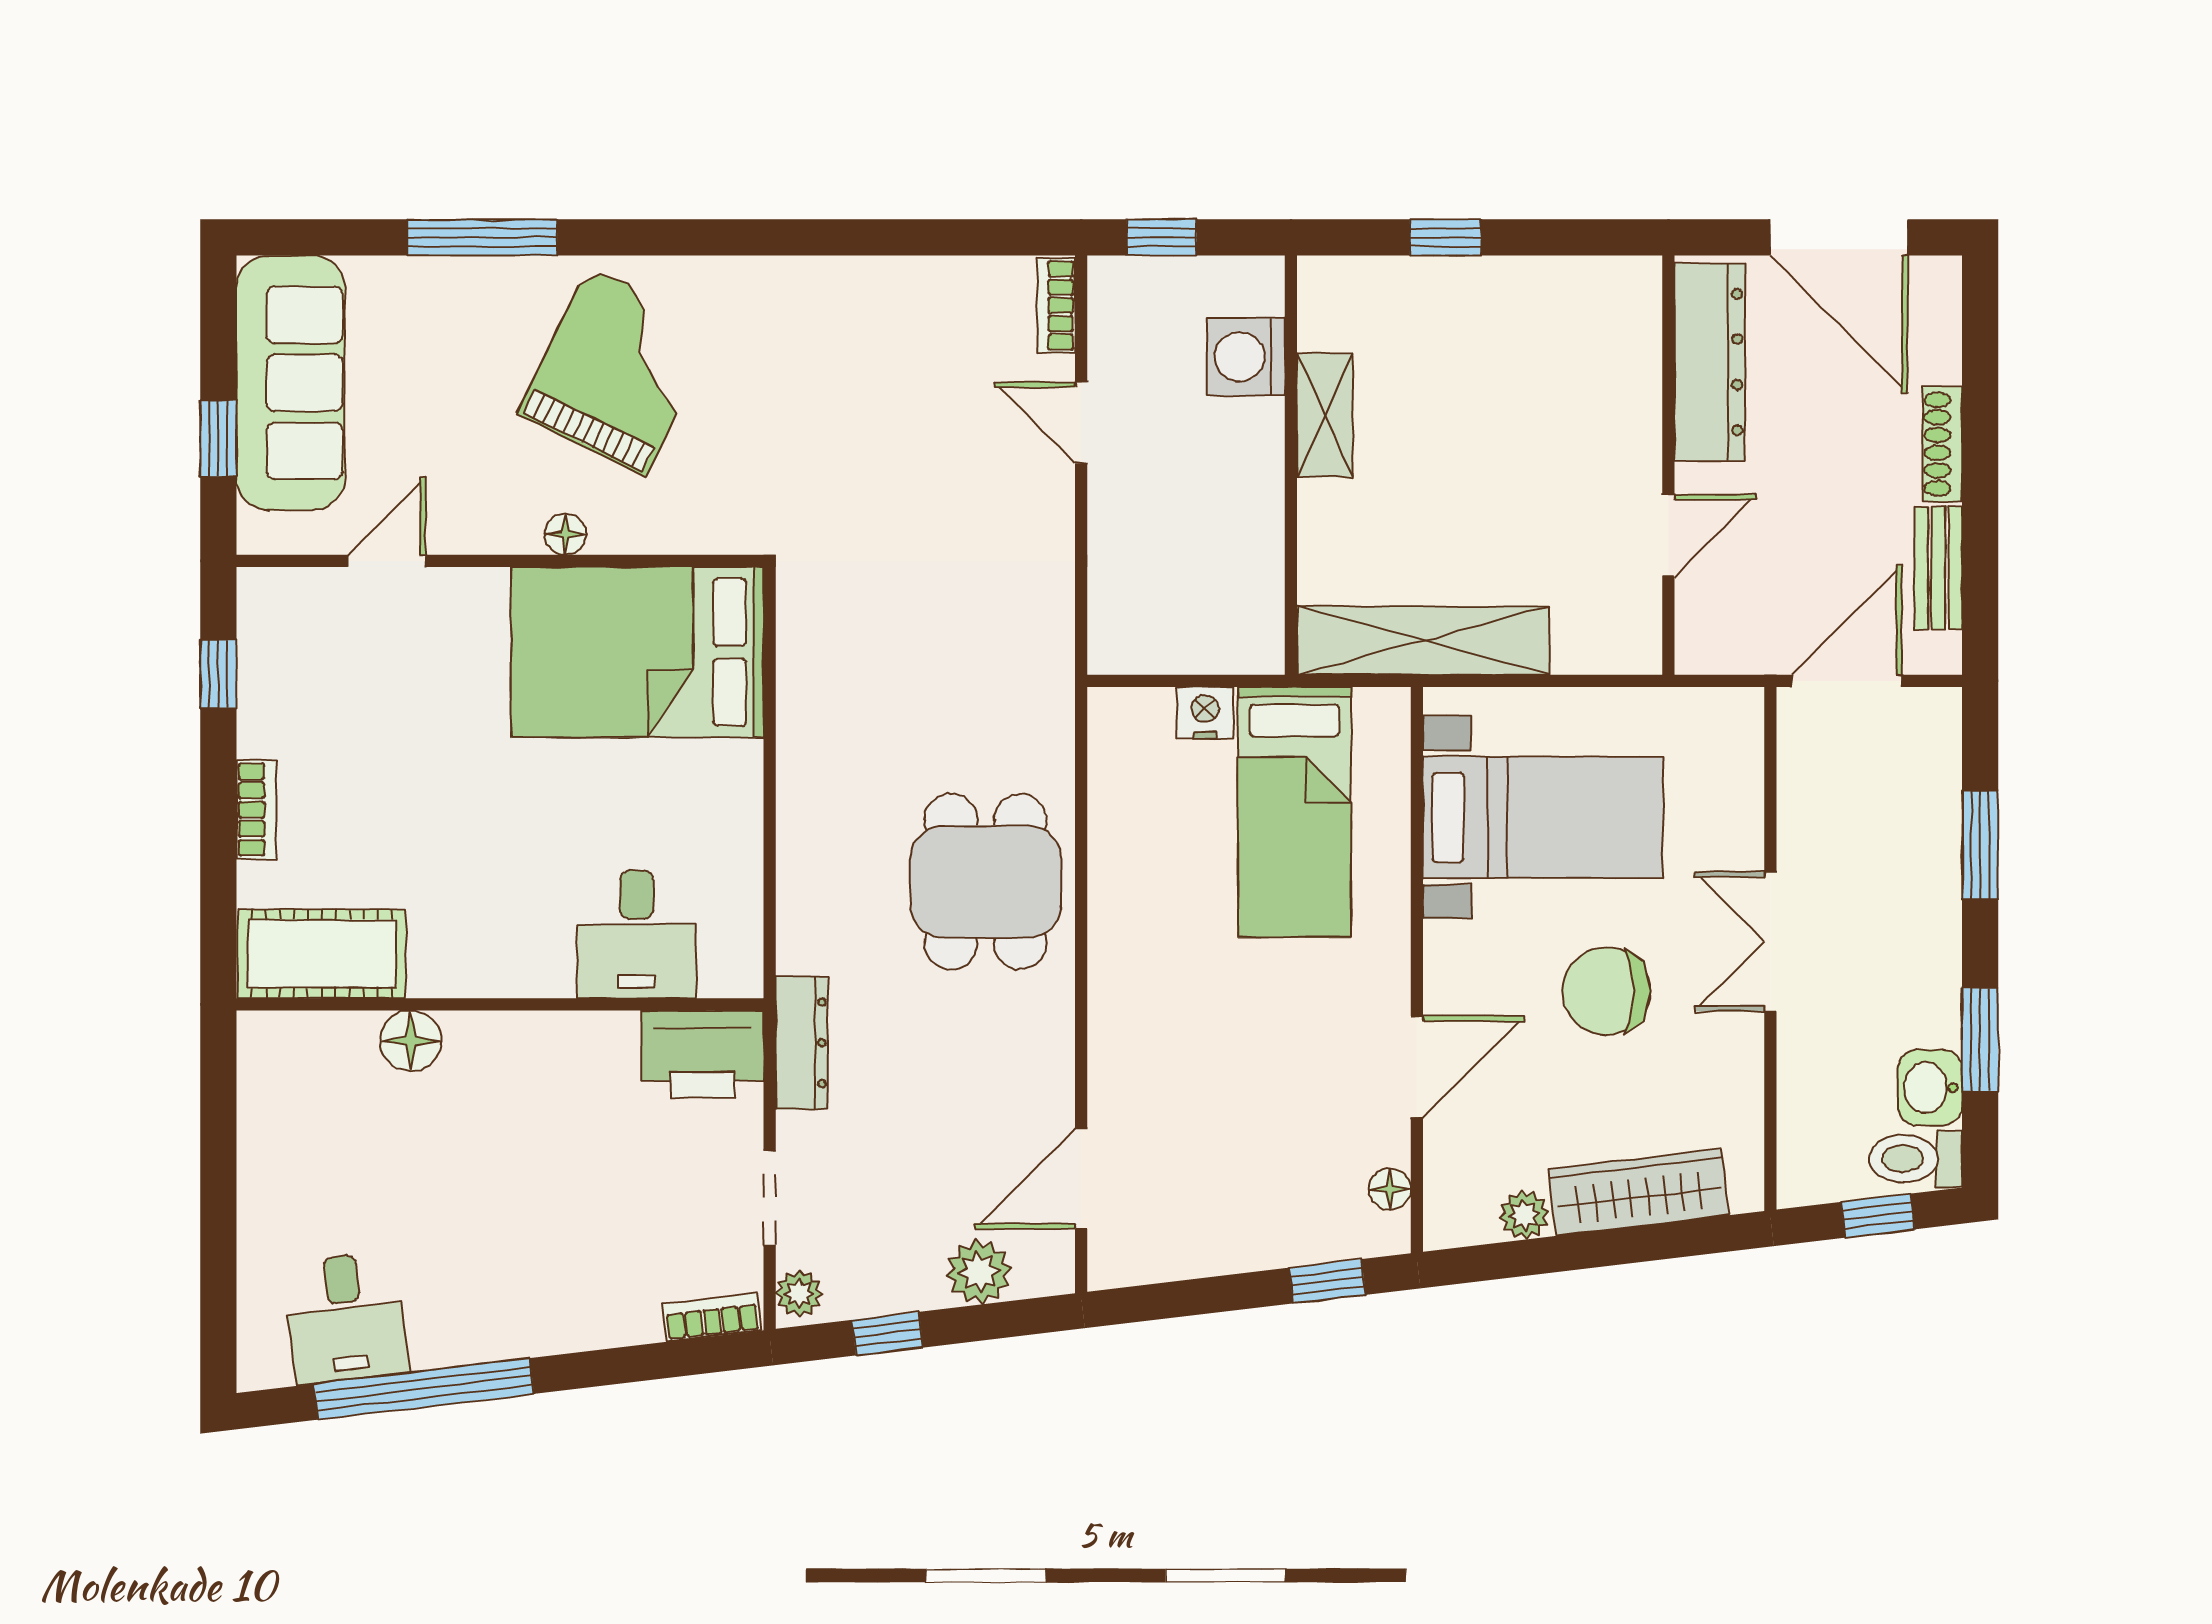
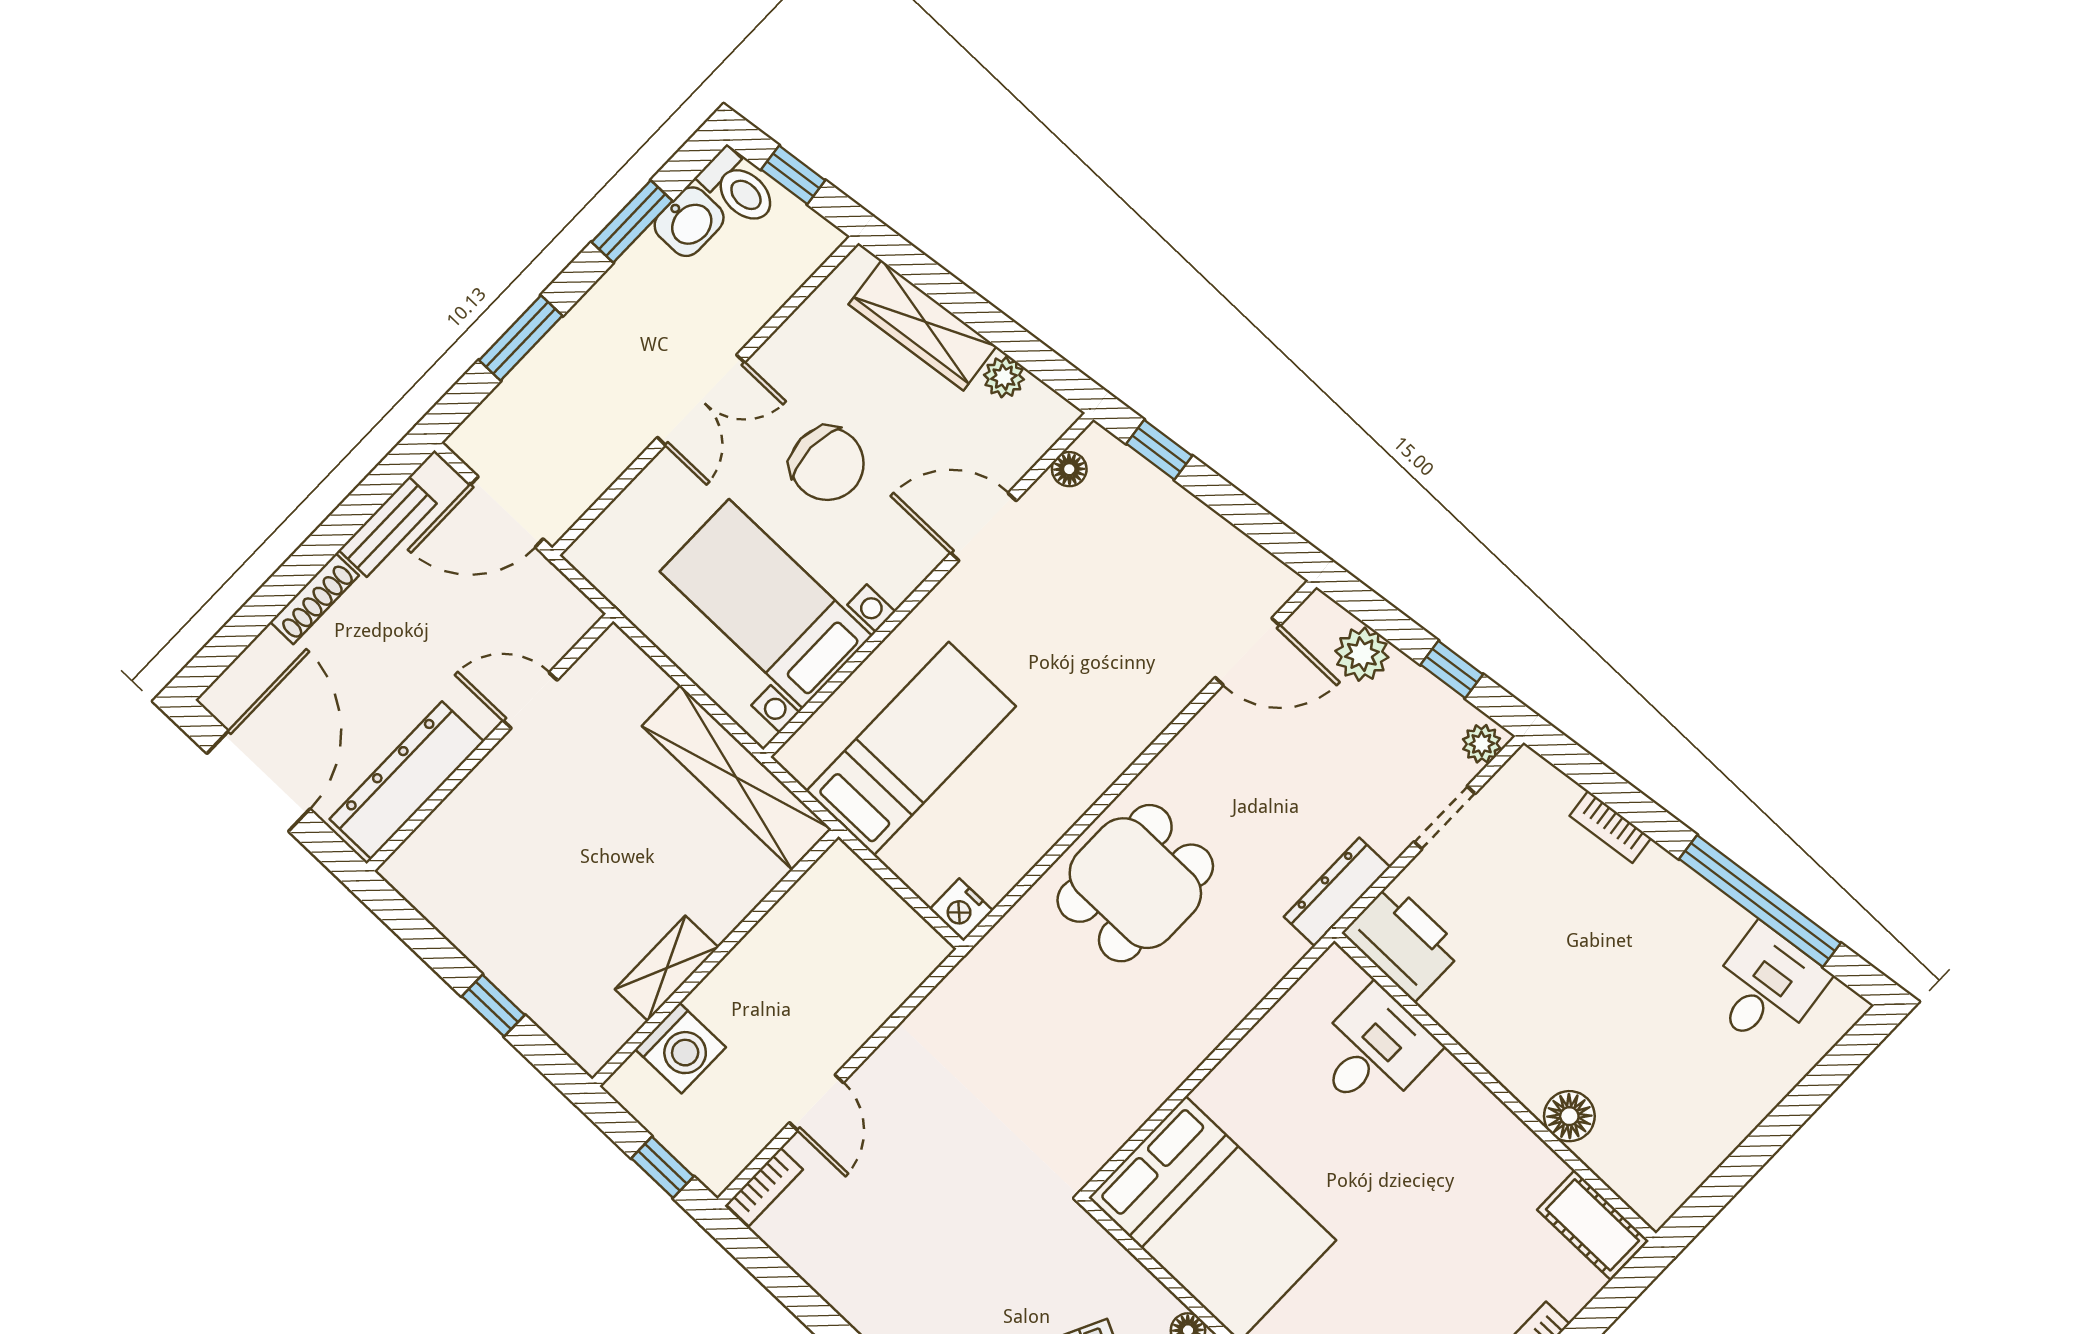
nightstand: (1205, 713) -> (961, 910), moved
cot: (322, 954) -> (1593, 1225), width x0.73, depth x0.75
bookcase: (712, 1317) -> (1610, 827), moved

